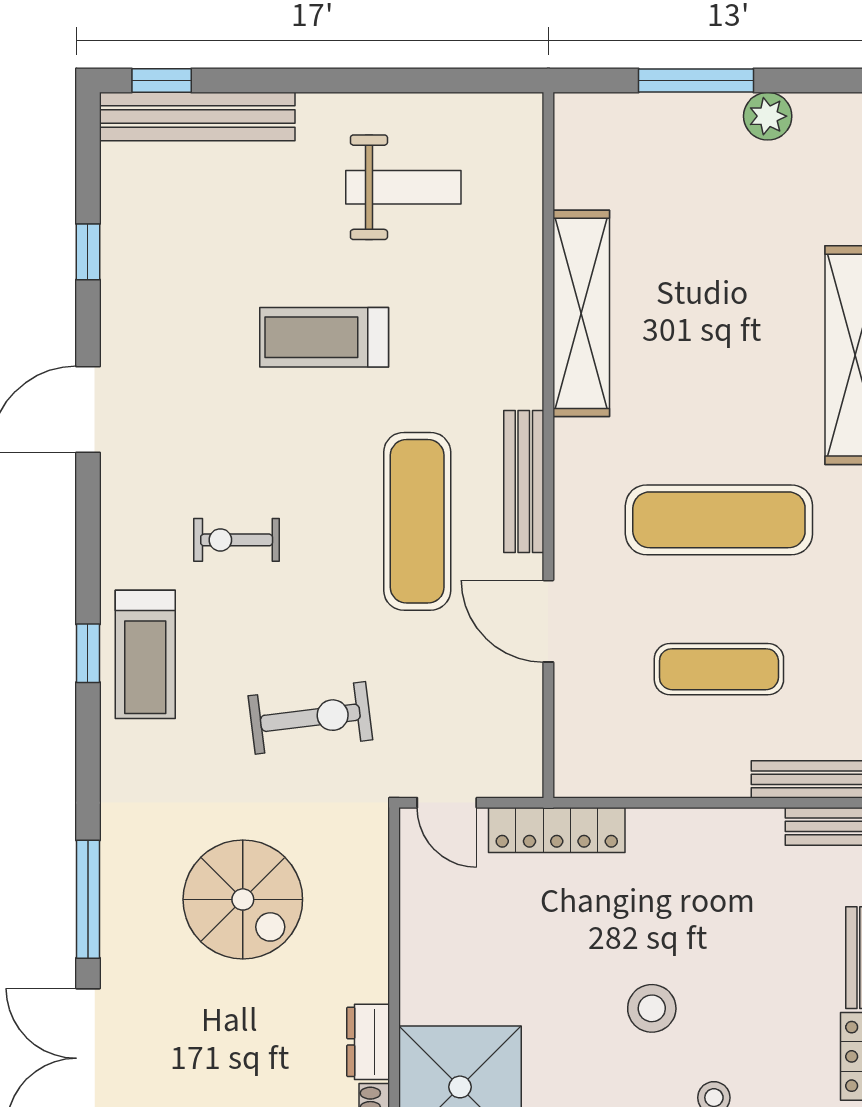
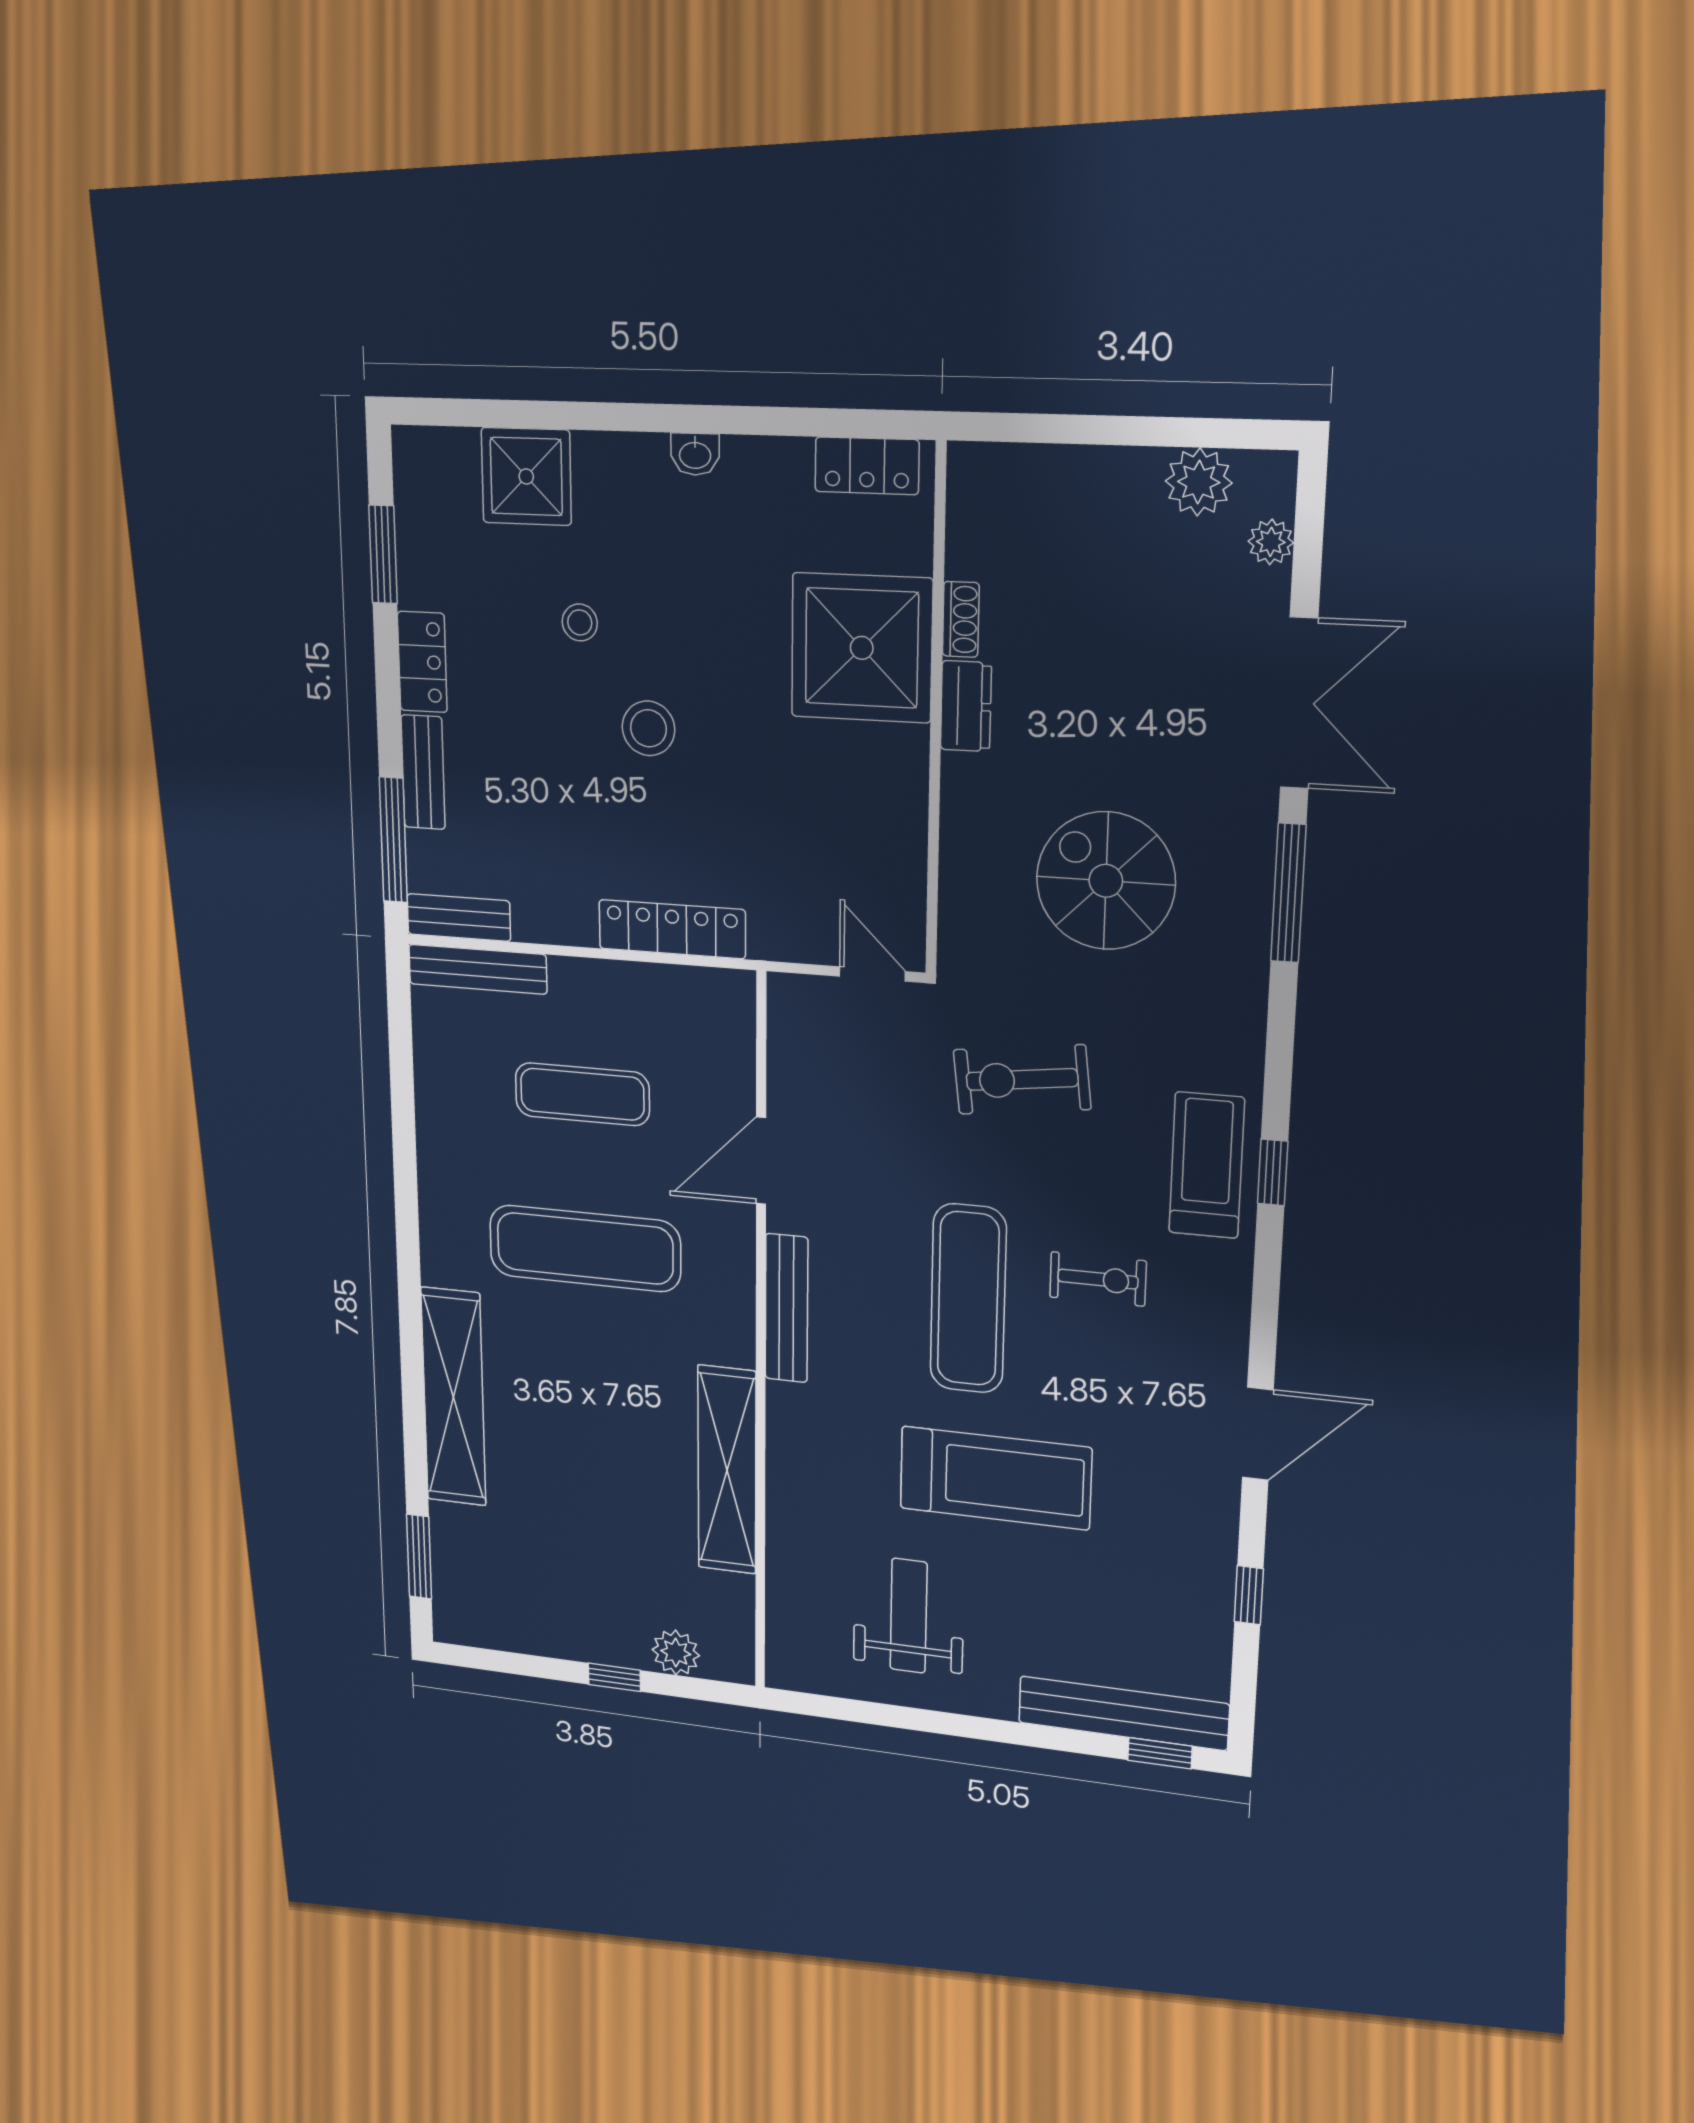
window: (696, 81) -> (614, 1677), width x0.46
plant: (768, 116) -> (676, 1653), moved
weight bench: (403, 187) -> (909, 1616), turned 90
treadmill: (324, 337) -> (995, 1478), width x1.37, depth x1.38
exercise mat: (417, 521) -> (968, 1299), moved
door: (548, 621) -> (761, 1161), swing flipped
locker: (557, 830) -> (672, 929), moved

